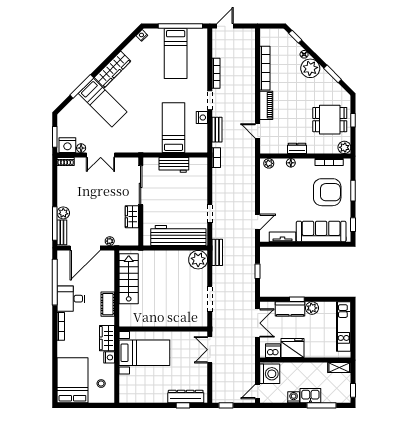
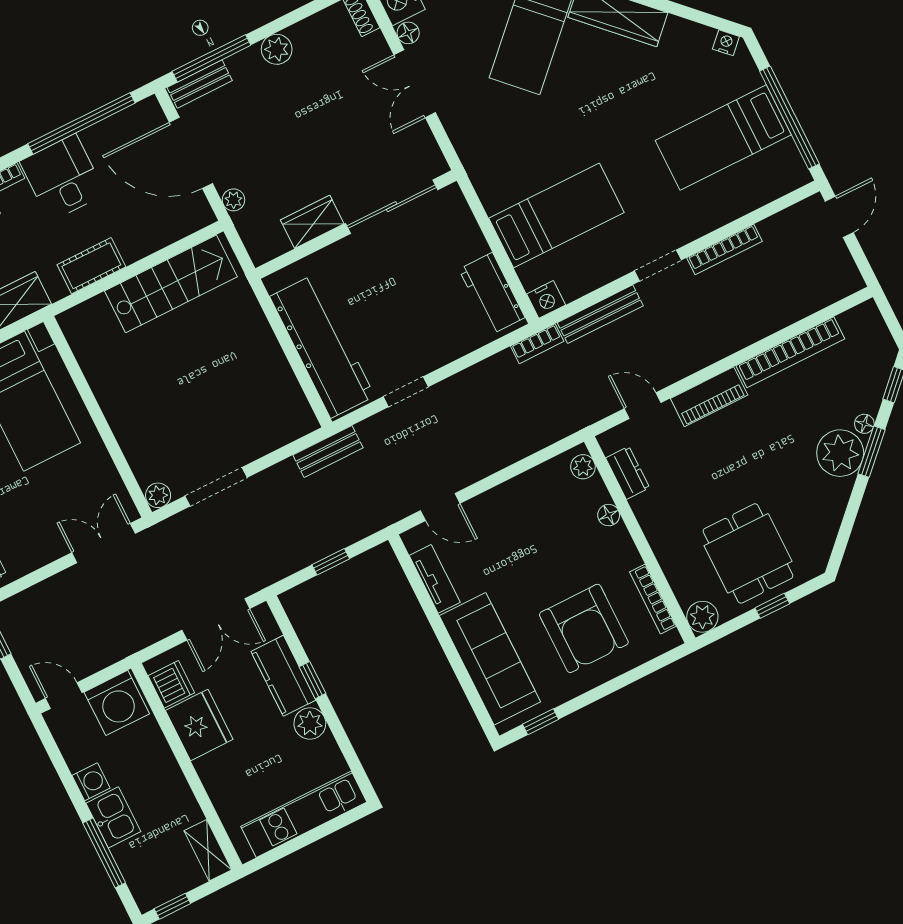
door: (225, 26) -> (839, 217), hinge flipped
window: (333, 74) -> (872, 452), moved
nightstand: (202, 118) -> (546, 299), moved
bench: (217, 130) -> (600, 314), width x1.36
door: (258, 131) -> (643, 406), hinge flipped
dresser: (297, 148) -> (628, 473), moved
workbench: (174, 165) -> (492, 293), moved
window: (353, 191) -> (616, 684), removed
plant: (63, 213) -> (277, 49), moved
plant: (198, 260) -> (158, 495), moved, width x0.53, depth x0.53

